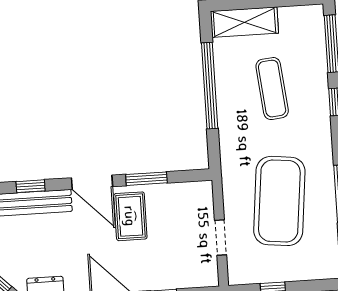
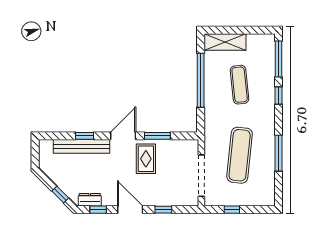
door: (92, 182) -> (123, 136), swing flipped
exercise mat: (279, 201) -> (240, 155), width x0.68
doorway: (221, 238) -> (201, 176), width x1.88

